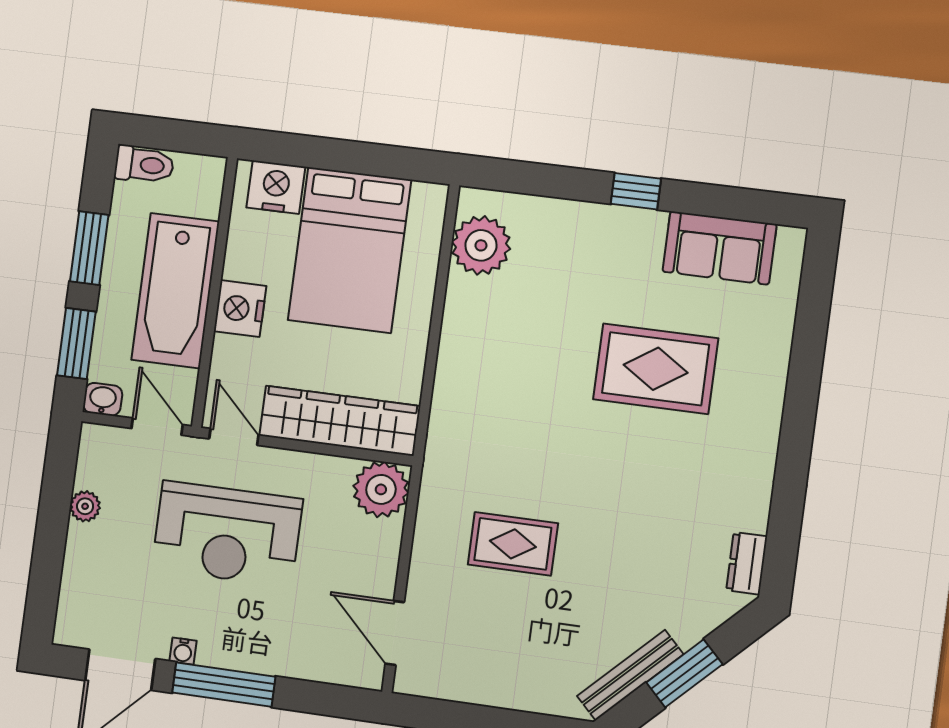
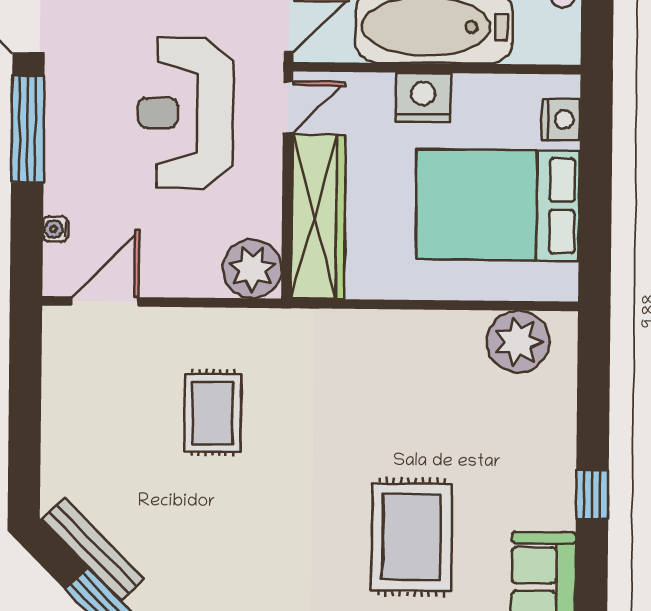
nightstand: (276, 187) -> (561, 119), width x0.74, depth x0.75
water cooler: (183, 651) -> (56, 229), moved

